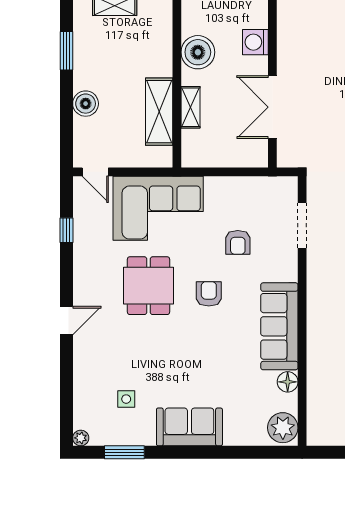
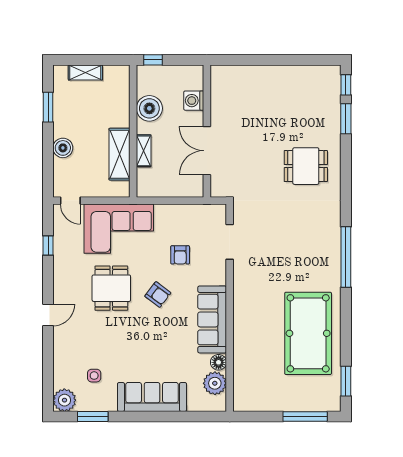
armchair: (209, 294) -> (158, 295), turned 127
sofa: (189, 427) -> (152, 397), width x1.36
plant: (283, 428) -> (215, 383), moved
plant: (81, 438) -> (64, 400), width x1.87, depth x1.87

